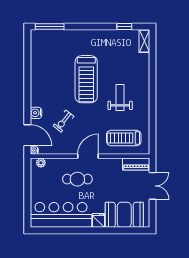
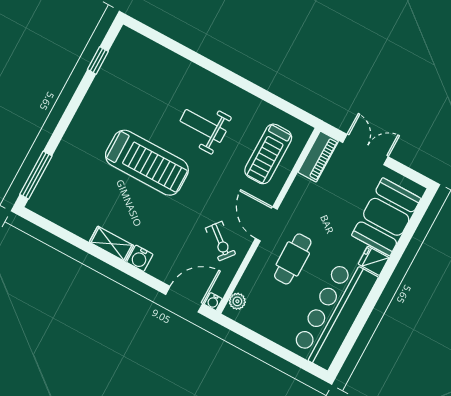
shelving: (144, 41) -> (111, 244), moved
water cooler: (36, 113) -> (140, 258), moved
exercise bike: (64, 121) -> (220, 241), moved

